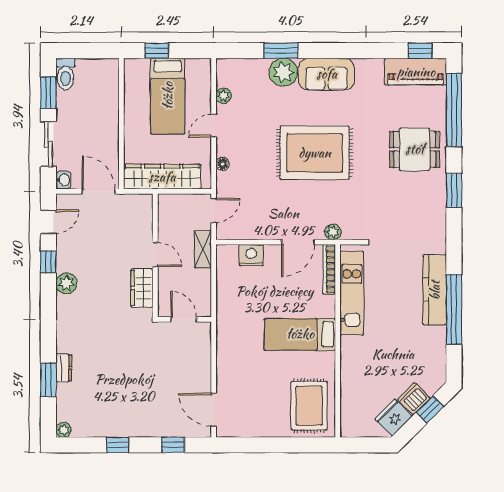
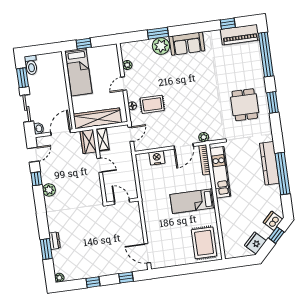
window: (420, 51) -> (228, 24), moved
bed: (168, 96) -> (79, 72), moved
dining table: (415, 149) -> (245, 105), moved, turned 90
rug: (315, 153) -> (152, 104), moved, width x0.54, depth x0.49
door: (99, 191) -> (61, 132), hinge flipped
shelving: (203, 249) -> (103, 139), moved
wardrobe: (142, 288) -> (88, 142), moved
dishwasher: (414, 399) -> (273, 221), moved

